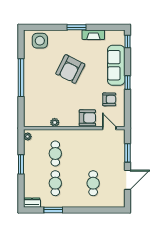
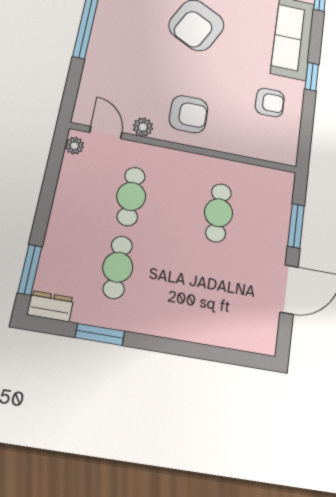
armchair: (87, 118) -> (189, 114), moved
door: (109, 128) -> (106, 132), moved
window: (21, 164) -> (30, 270), moved
cafe table: (93, 183) -> (219, 213), moved

